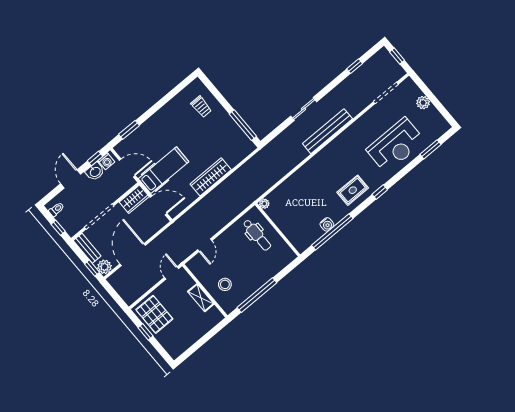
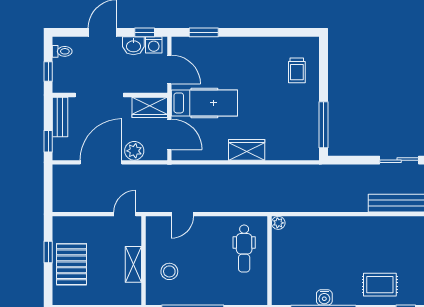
wardrobe: (211, 177) -> (247, 150), width x0.67
plant: (105, 267) -> (134, 151), moved
pallet: (154, 314) -> (71, 264), moved

